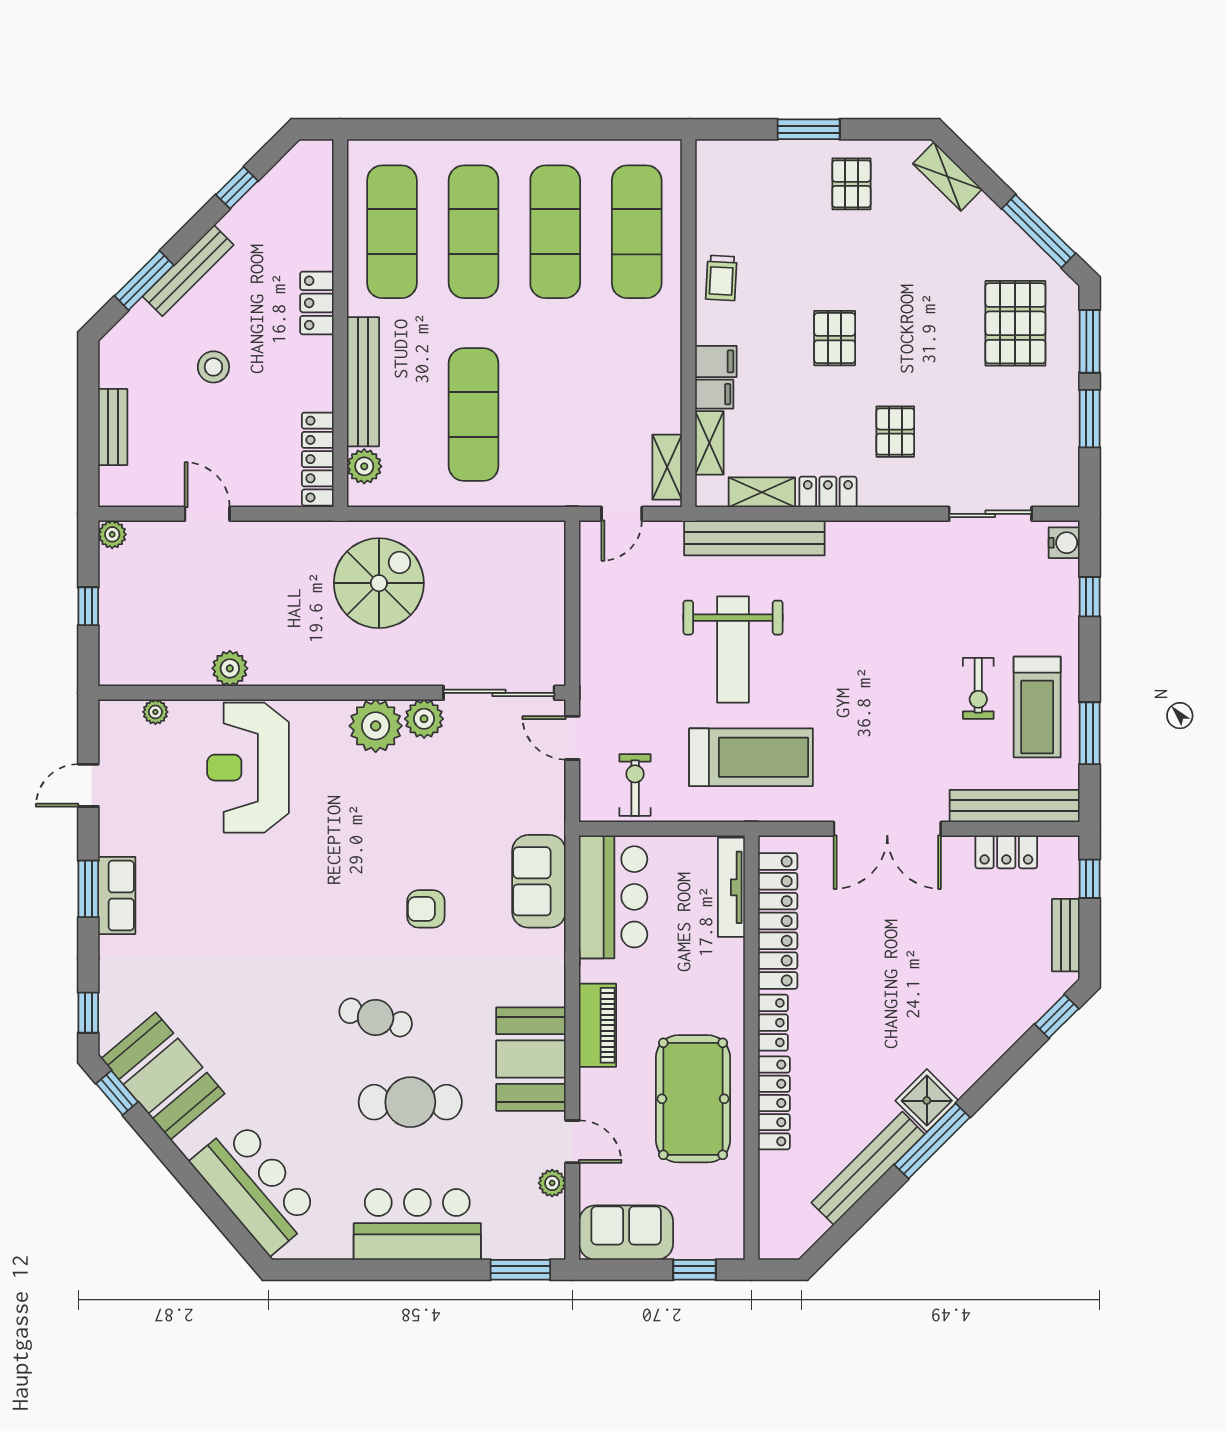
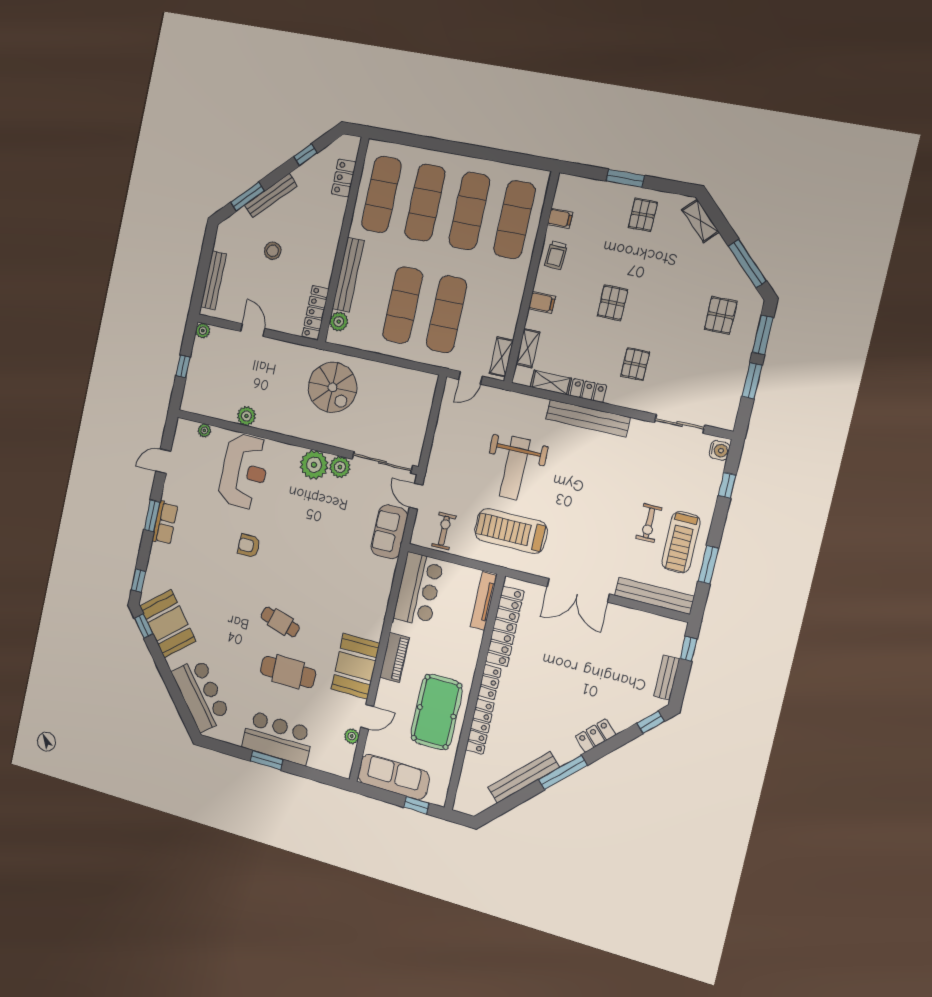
locker: (317, 303) -> (344, 178), moved
pallet: (1015, 323) -> (721, 315), width x0.67, depth x0.71
filing cabinet: (714, 394) -> (560, 218), moved
exercise mat: (555, 415) -> (447, 314), added
bench: (113, 427) -> (214, 280), width x1.36
bench: (754, 538) -> (588, 418), moved
spiral stairs: (379, 583) -> (332, 387), turned 90
treadmill: (751, 757) -> (511, 531), turned 180
reception desk: (248, 768) -> (244, 471), turned 180
locker: (1006, 852) -> (595, 736), moved, turned 135
sofa: (539, 881) -> (389, 532), moved
armchair: (426, 909) -> (249, 546), moved
shower: (927, 1101) -> (565, 749), removed
door: (572, 1142) -> (367, 717), hinge flipped
sofa: (626, 1233) -> (394, 777), width x1.36
window: (520, 1270) -> (267, 760), moved

